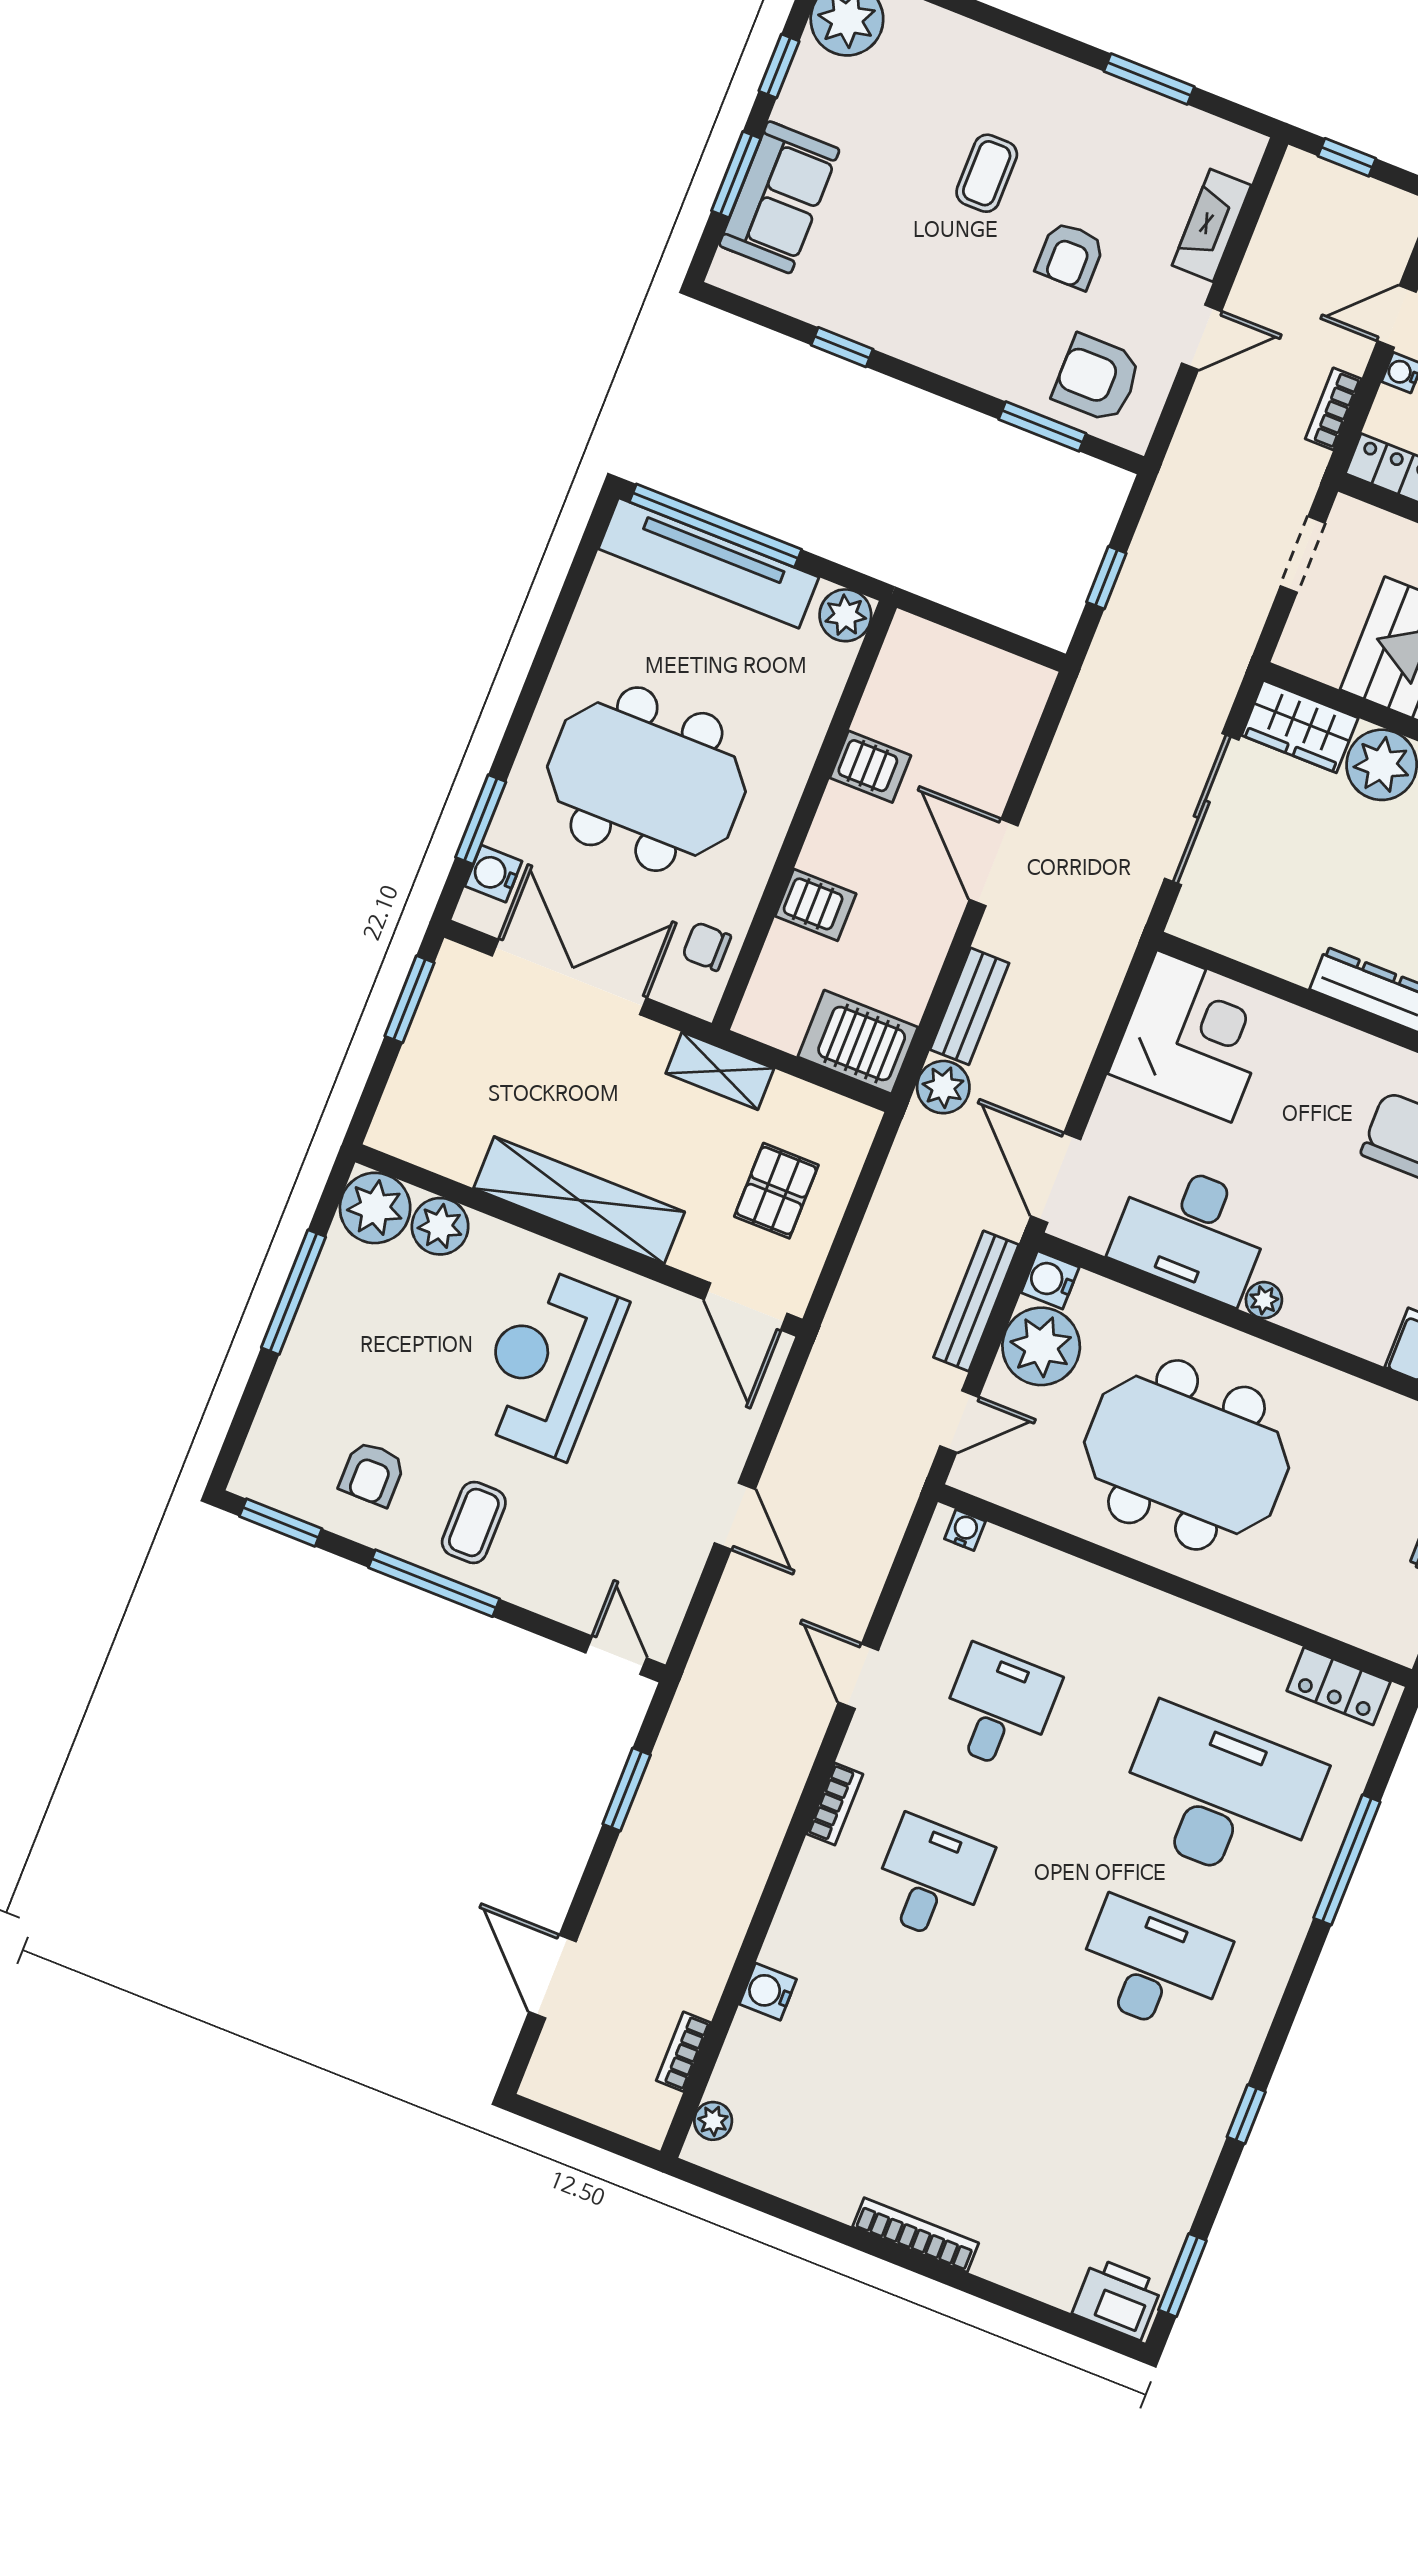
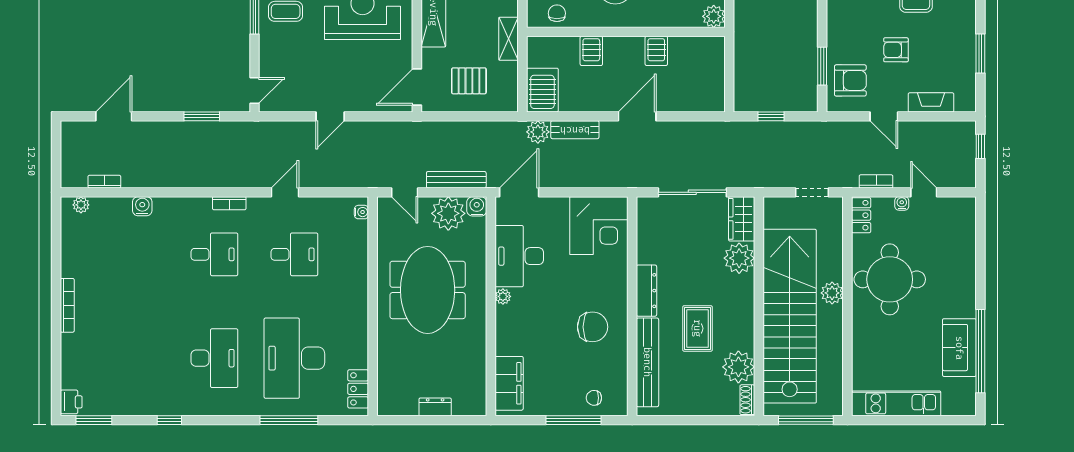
armchair: (1097, 378) -> (850, 80), turned 90
desk: (1219, 1796) -> (294, 358), turned 180
printer: (1117, 2299) -> (71, 402), width x0.73, depth x0.81

